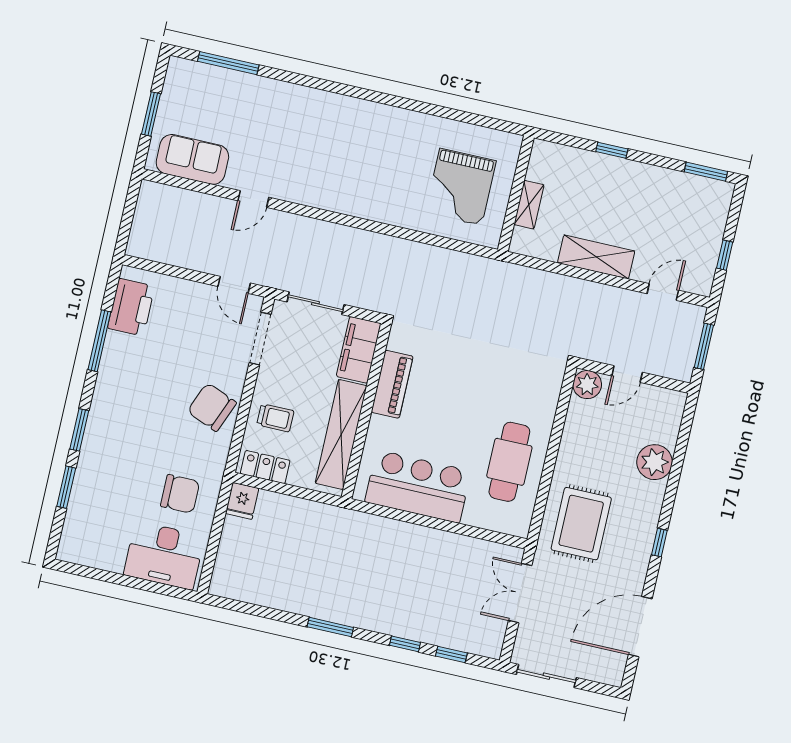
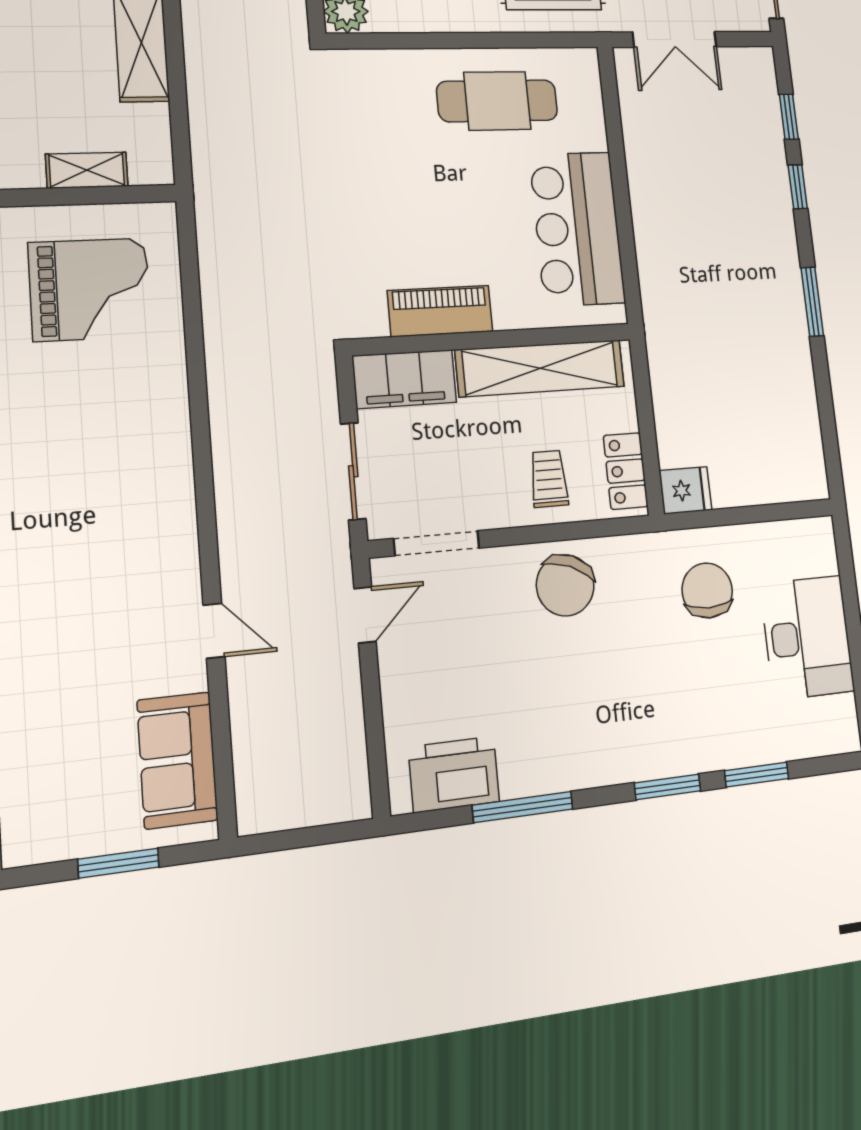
desk: (164, 555) -> (807, 637), moved

